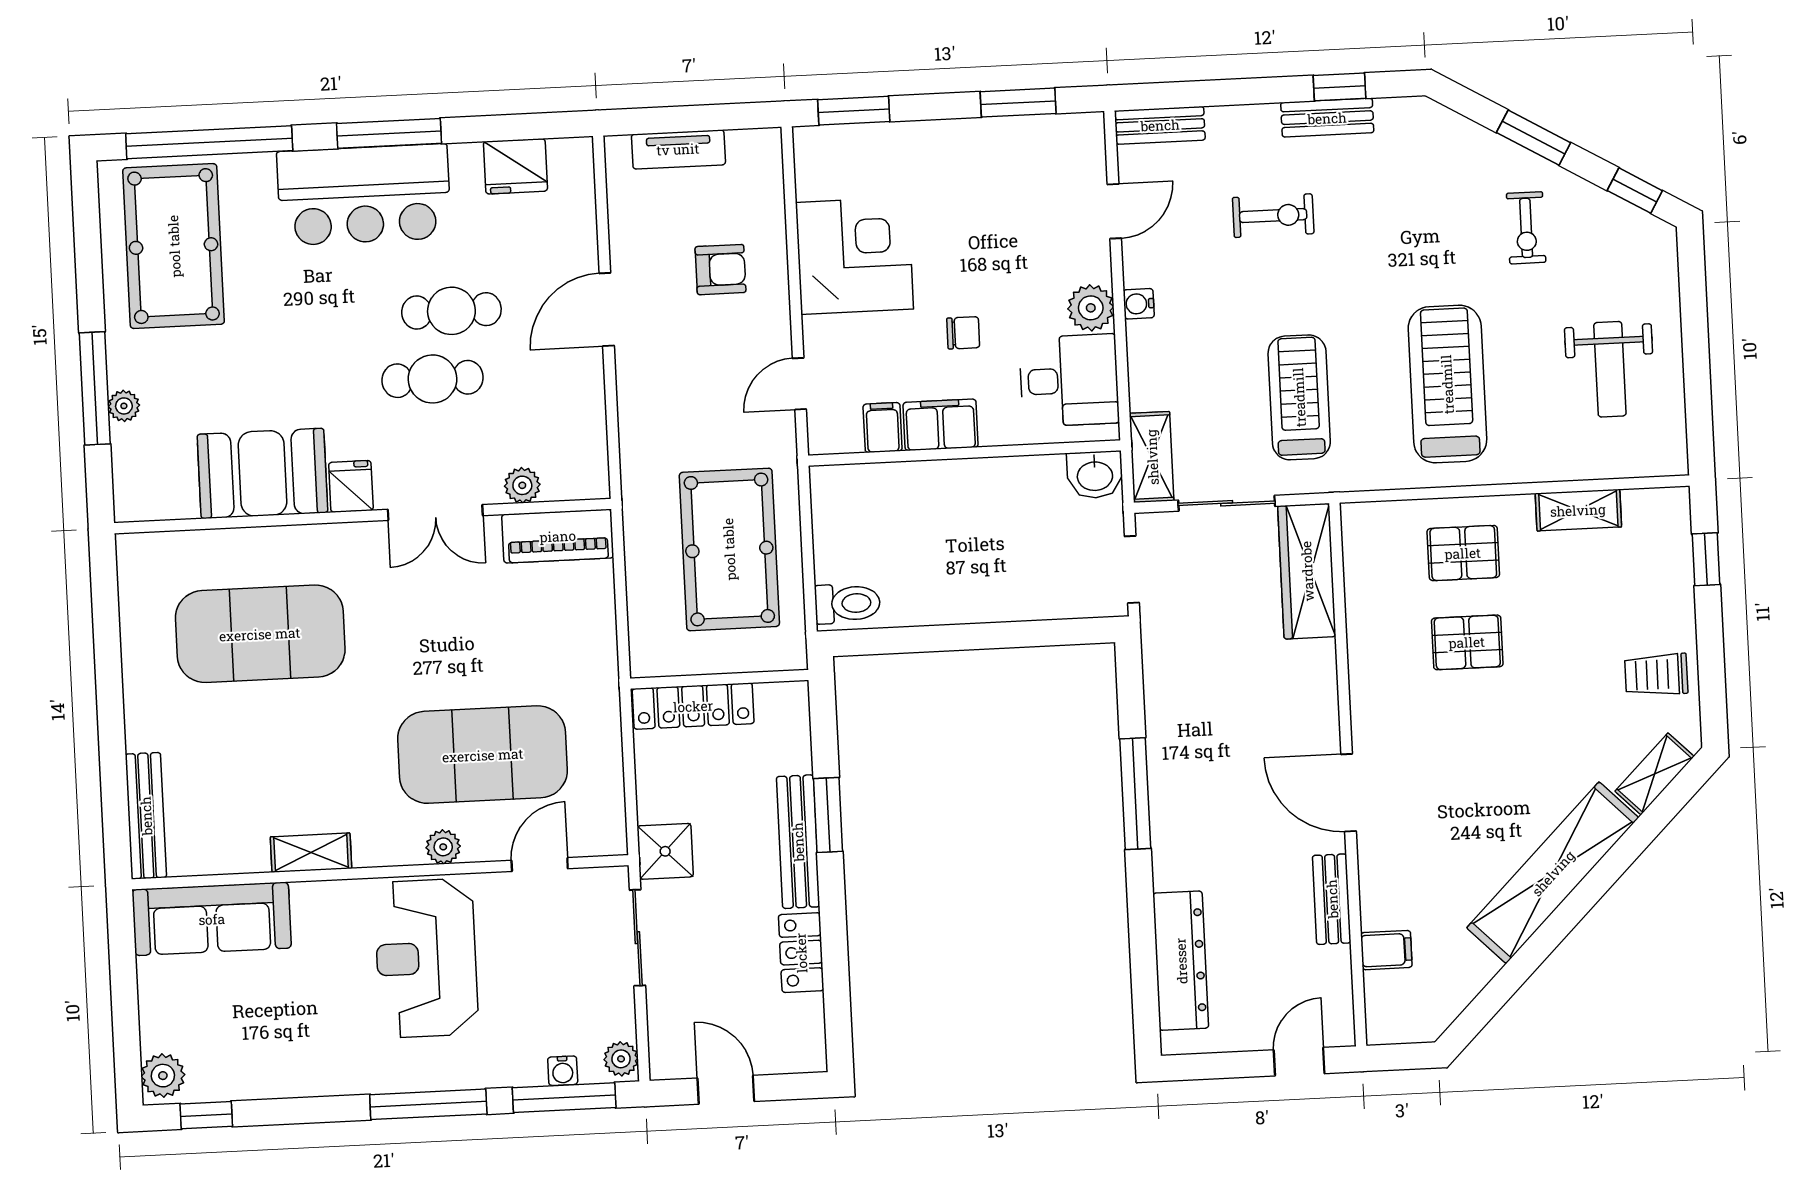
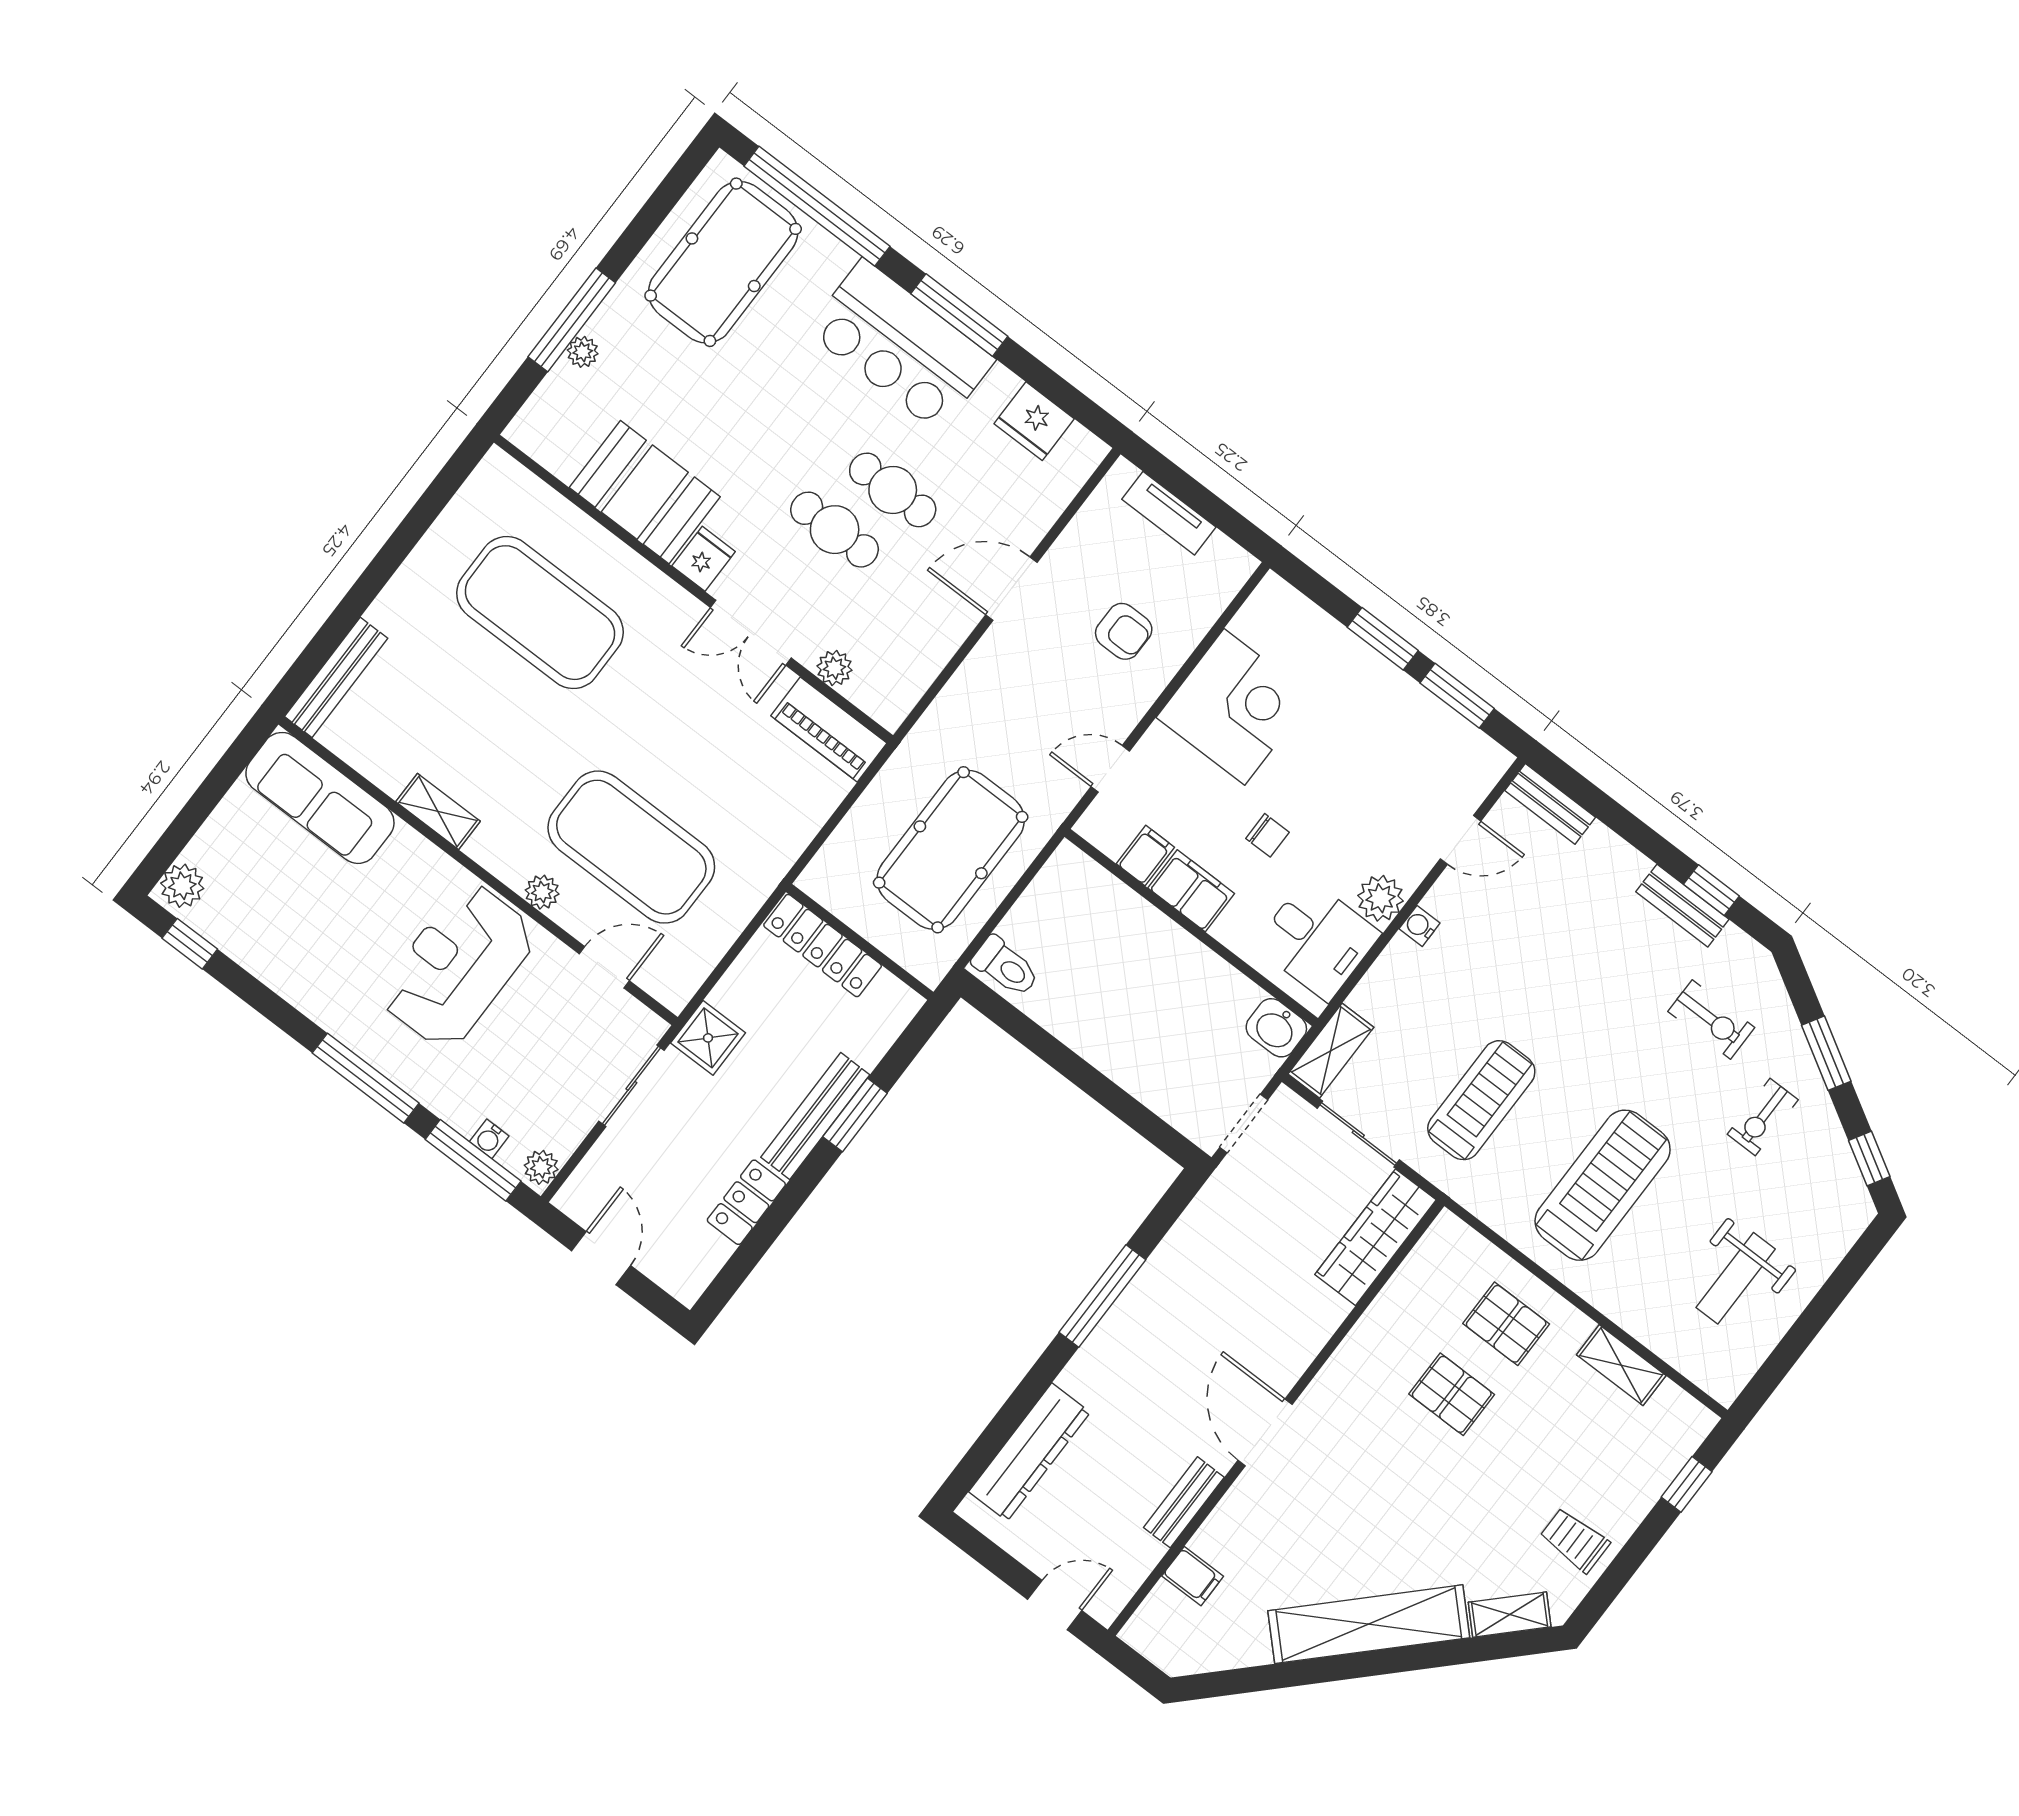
window: (854, 111) -> (1383, 639), moved
exercise bike: (1273, 216) -> (1711, 1019), moved

